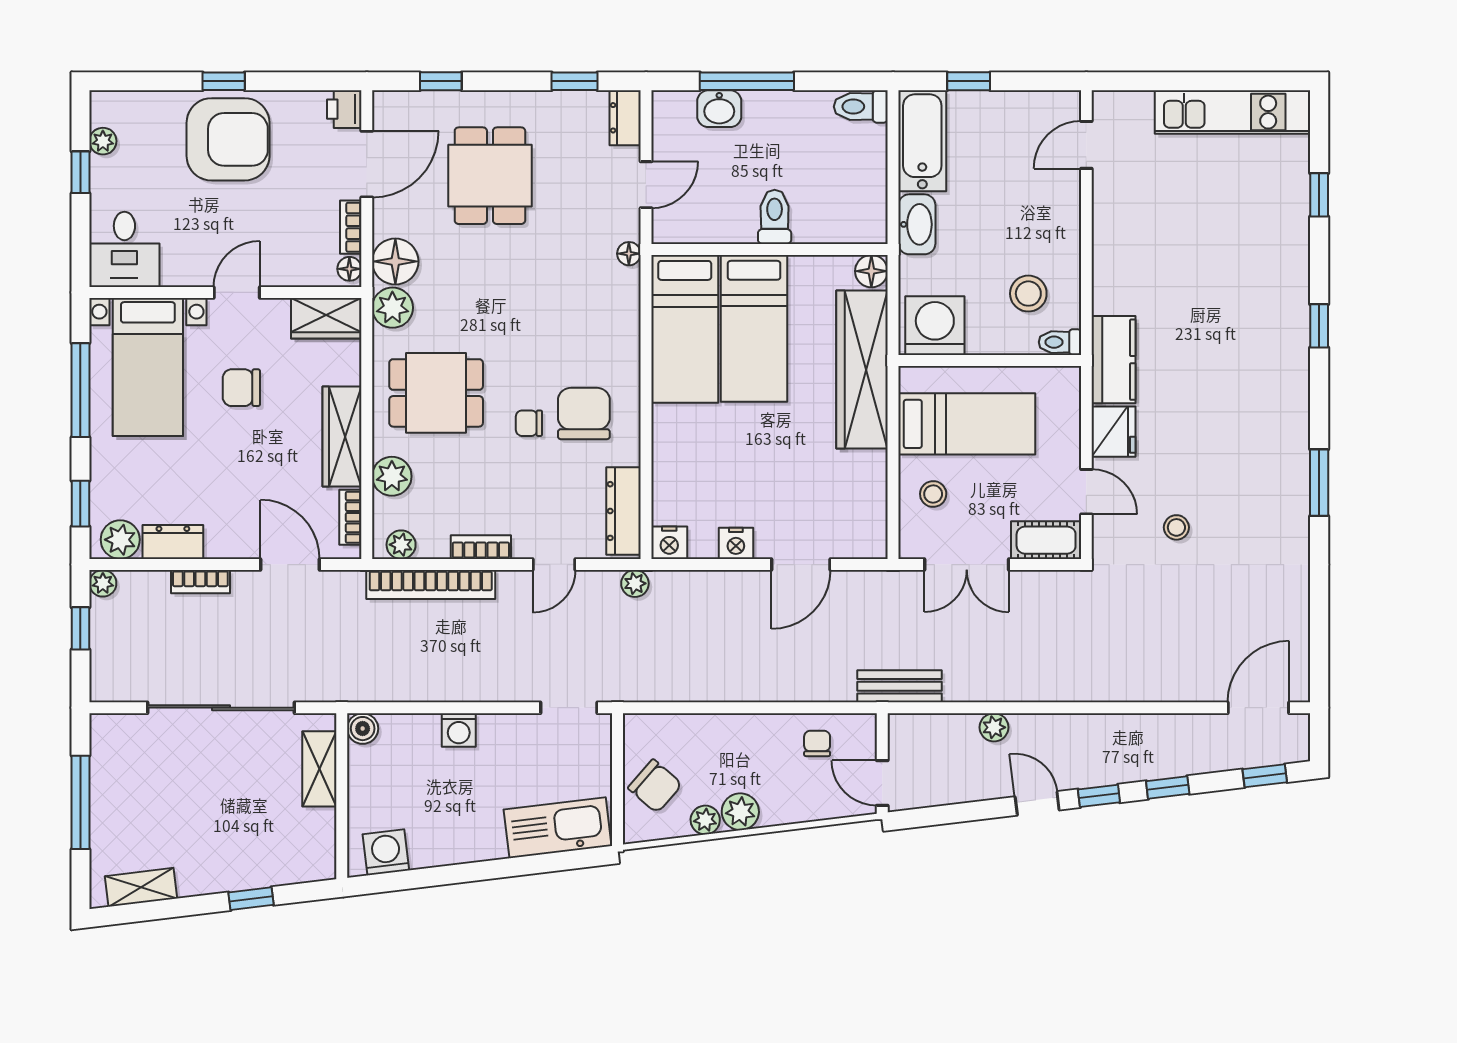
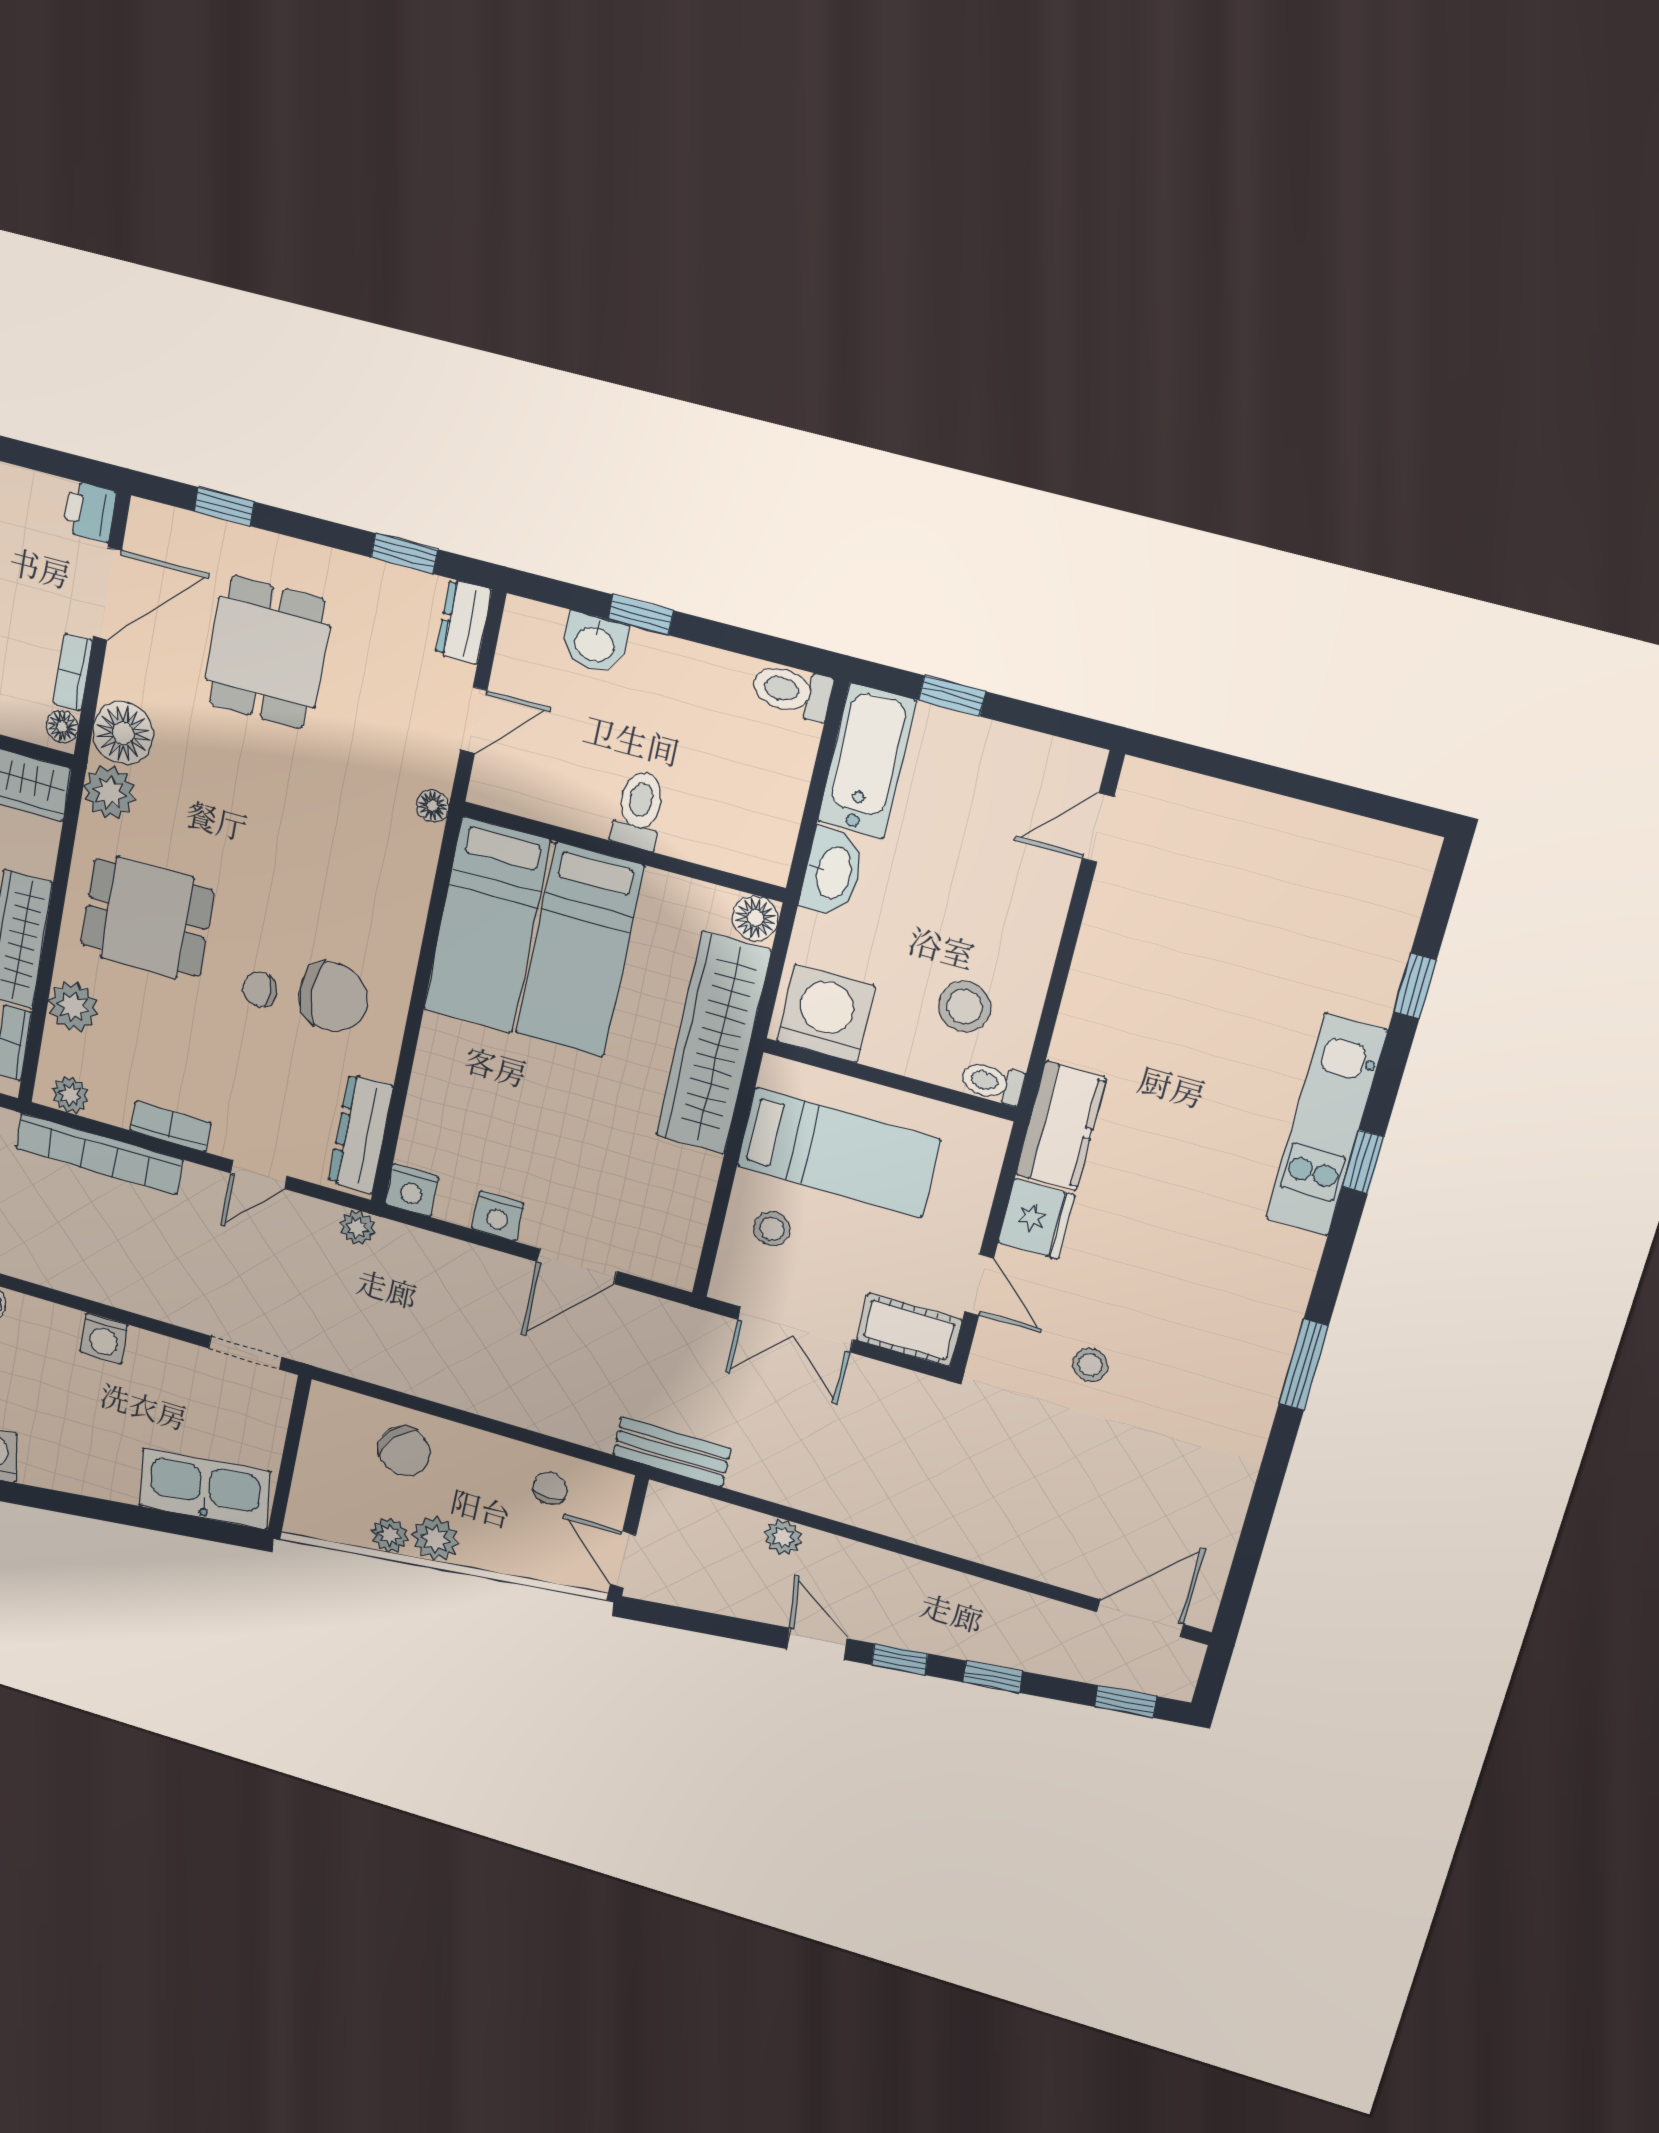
window: (747, 81) -> (641, 615), width x0.46
kitchen unit: (1232, 112) -> (1326, 1125), moved, turned 90
chair: (584, 414) -> (333, 997), turned 90
chair: (655, 786) -> (404, 1451), moved

